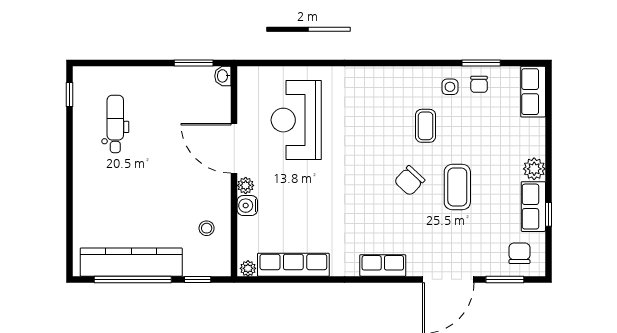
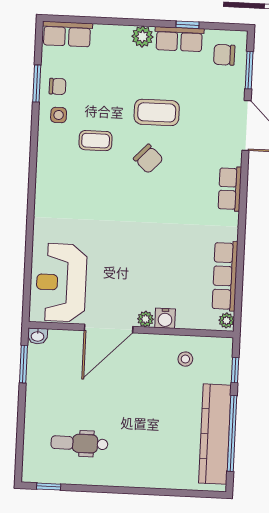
reception desk: (296, 120) -> (61, 283), moved, turned 90

